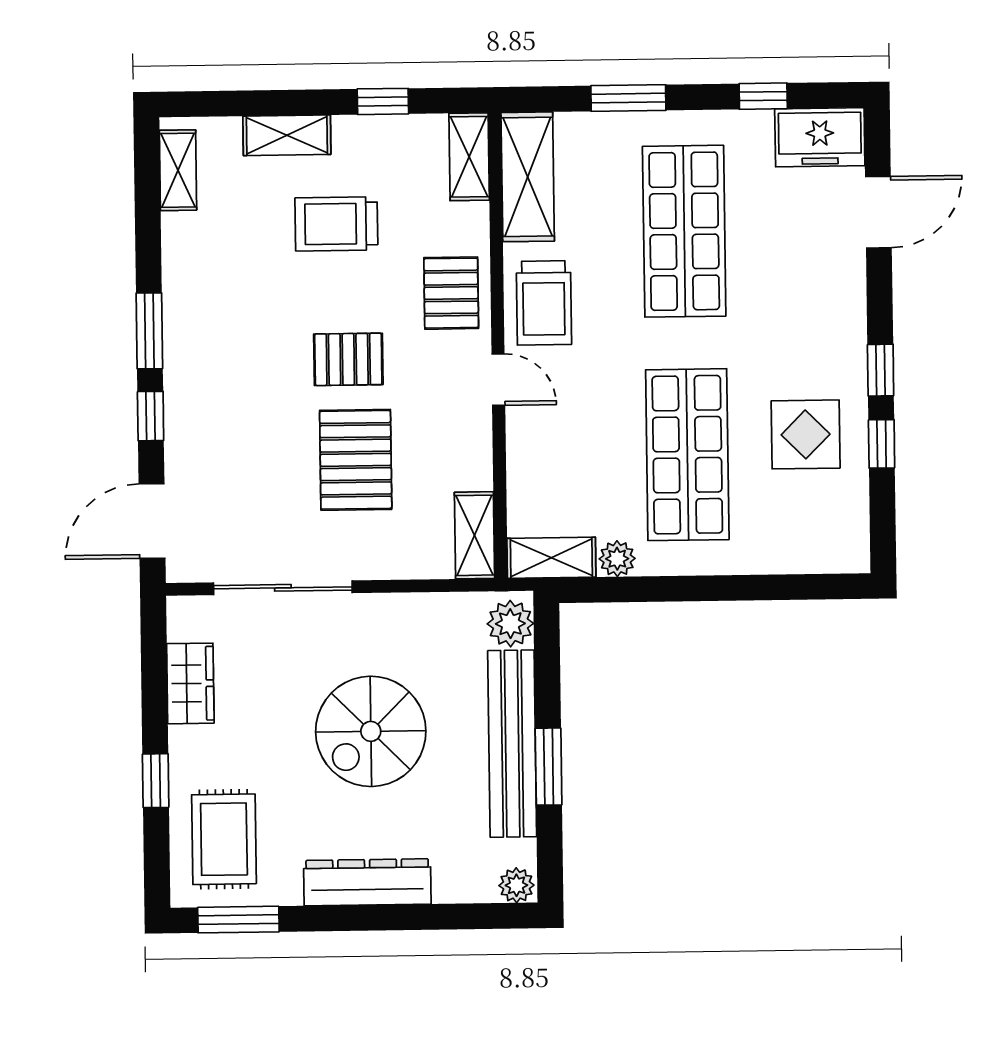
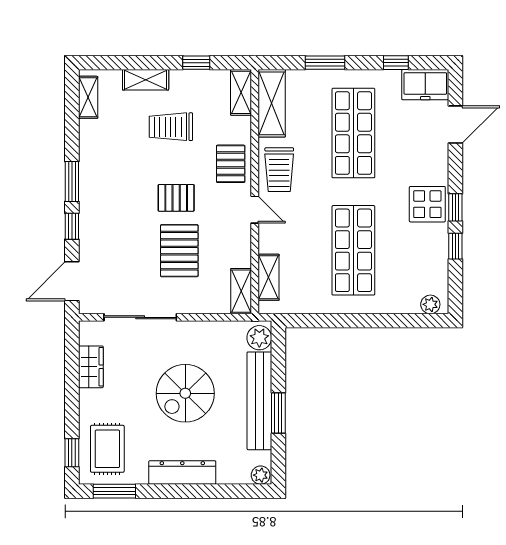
display table: (806, 434) -> (427, 204), moved
shelving: (551, 558) -> (269, 277), moved, turned 90
plant: (617, 559) -> (430, 304), moved
window: (156, 781) -> (72, 453), moved

